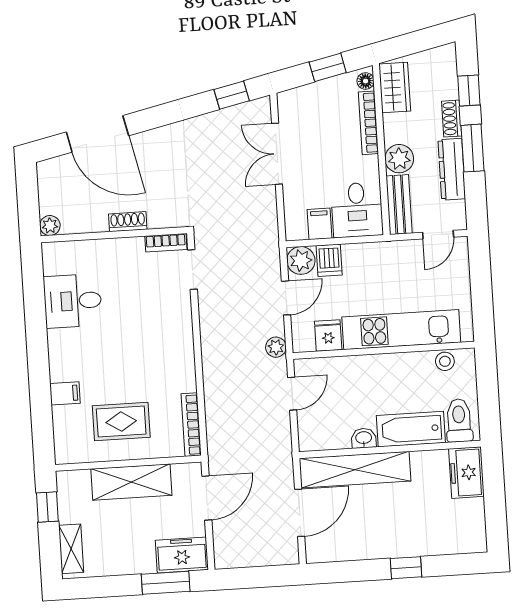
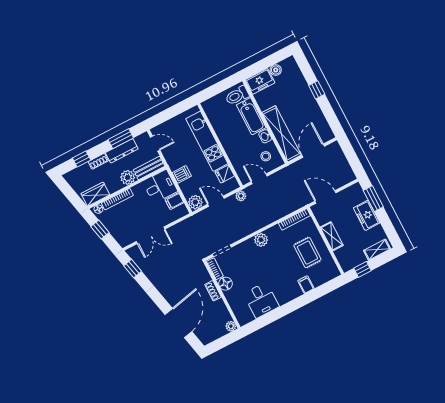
window: (472, 148) -> (121, 139), moved
floor lamp: (131, 250) -> (225, 284), added
dishwasher: (329, 260) -> (182, 174), moved
plant: (181, 348) -> (261, 240), added
stool: (445, 361) -> (266, 156), moved
shelving: (131, 482) -> (332, 236), width x0.67, depth x0.75
boiler: (474, 510) -> (276, 70), added
door: (300, 513) -> (313, 151), hinge flipped
freezer: (182, 555) -> (367, 215), moved

